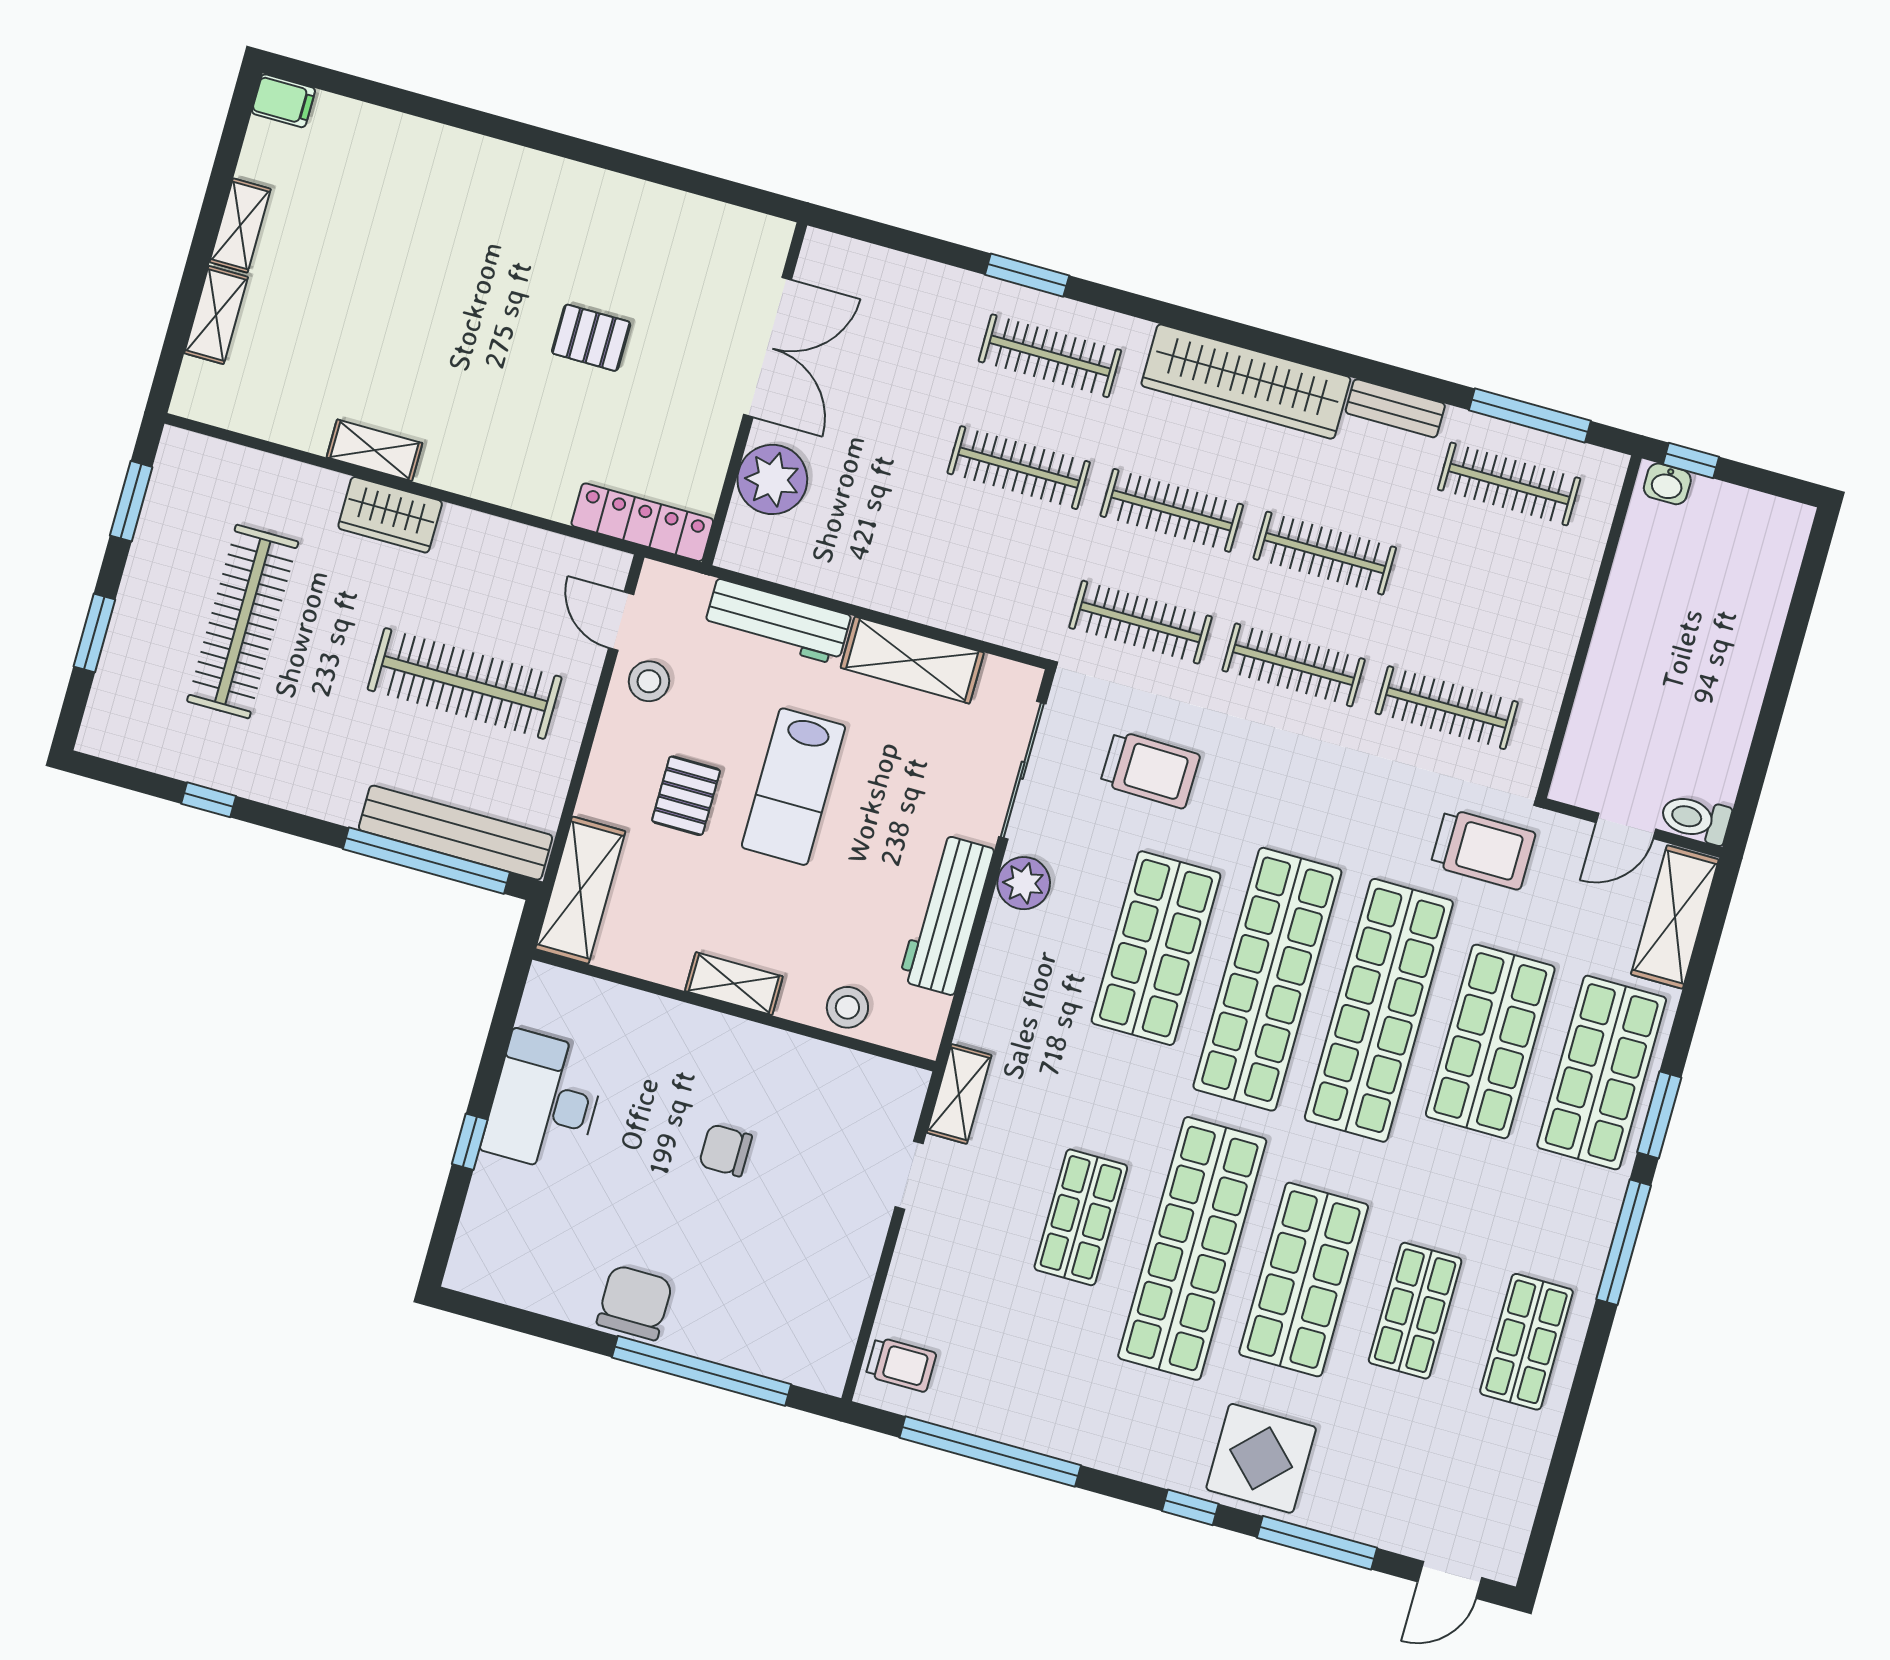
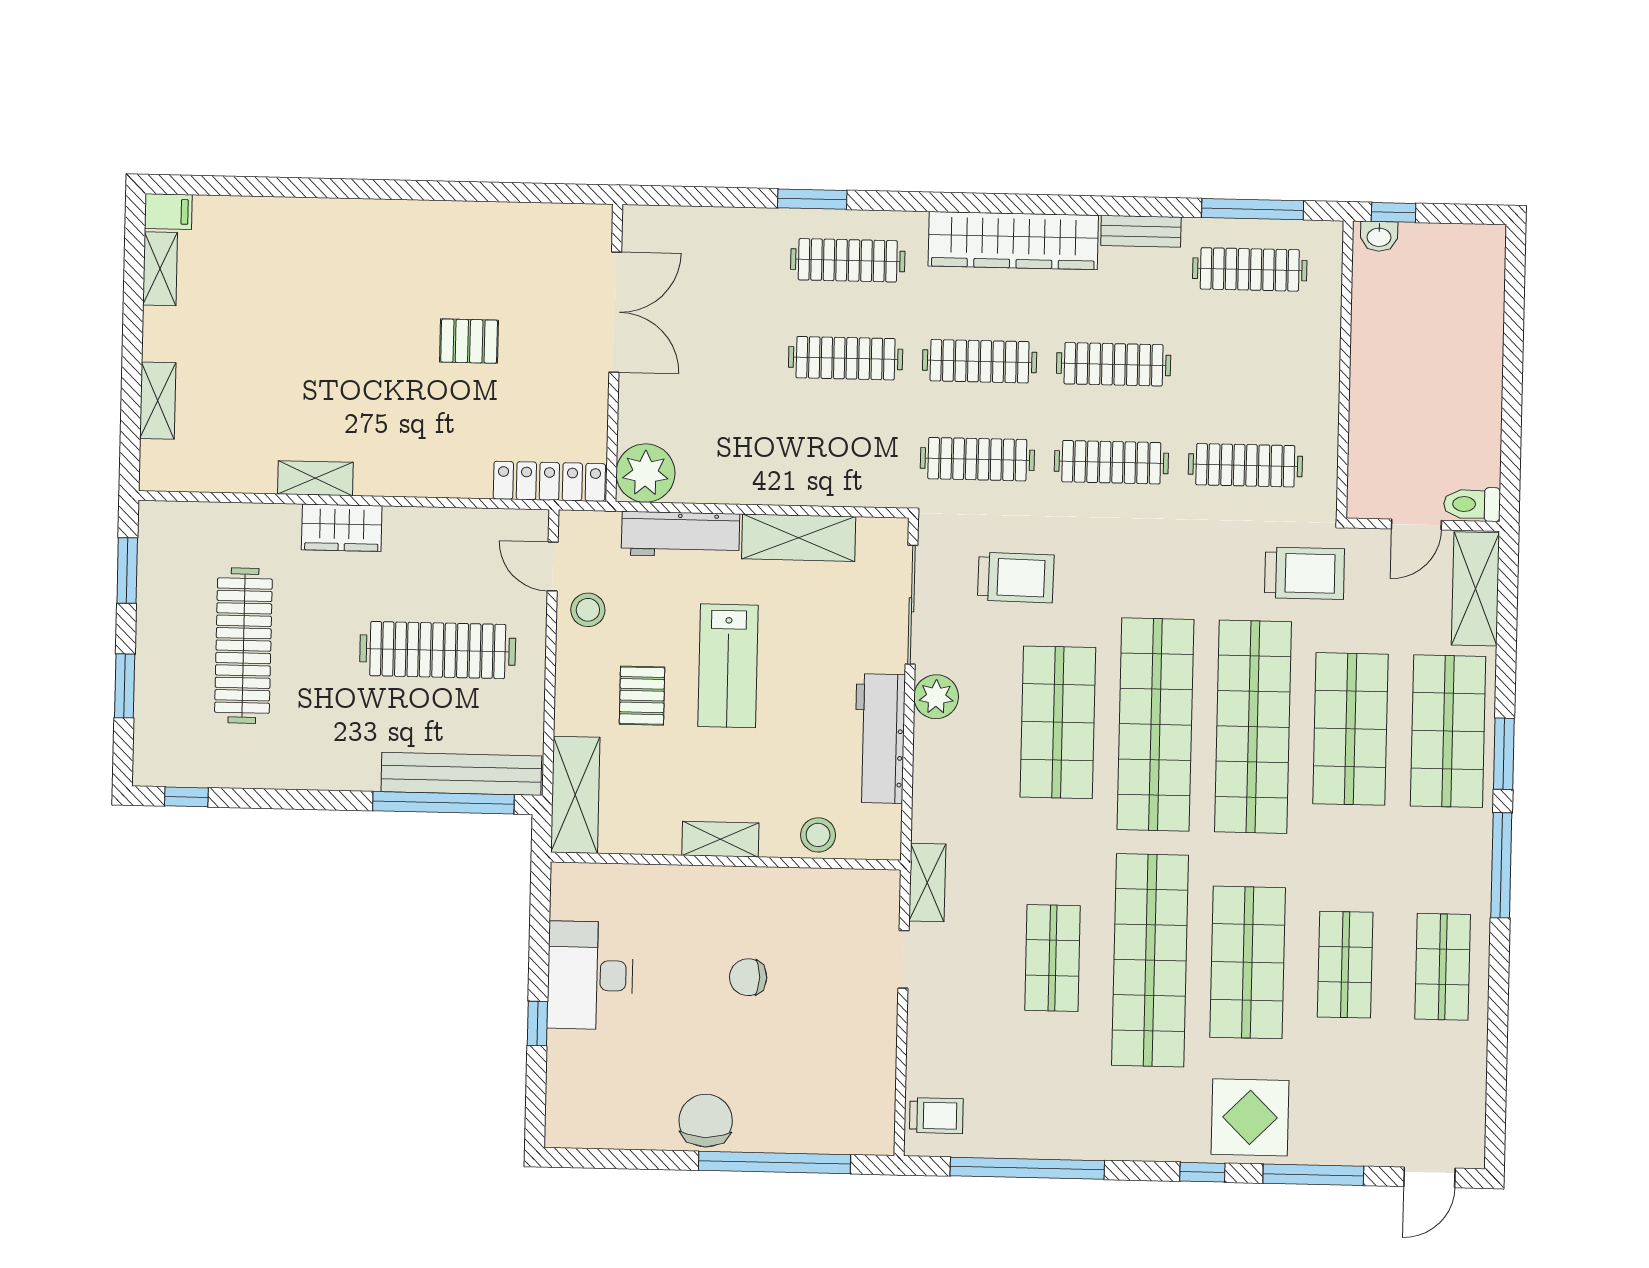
shelving: (240, 225) -> (160, 269), moved
plant: (772, 479) -> (645, 473), moved
window: (209, 800) -> (186, 797), moved

